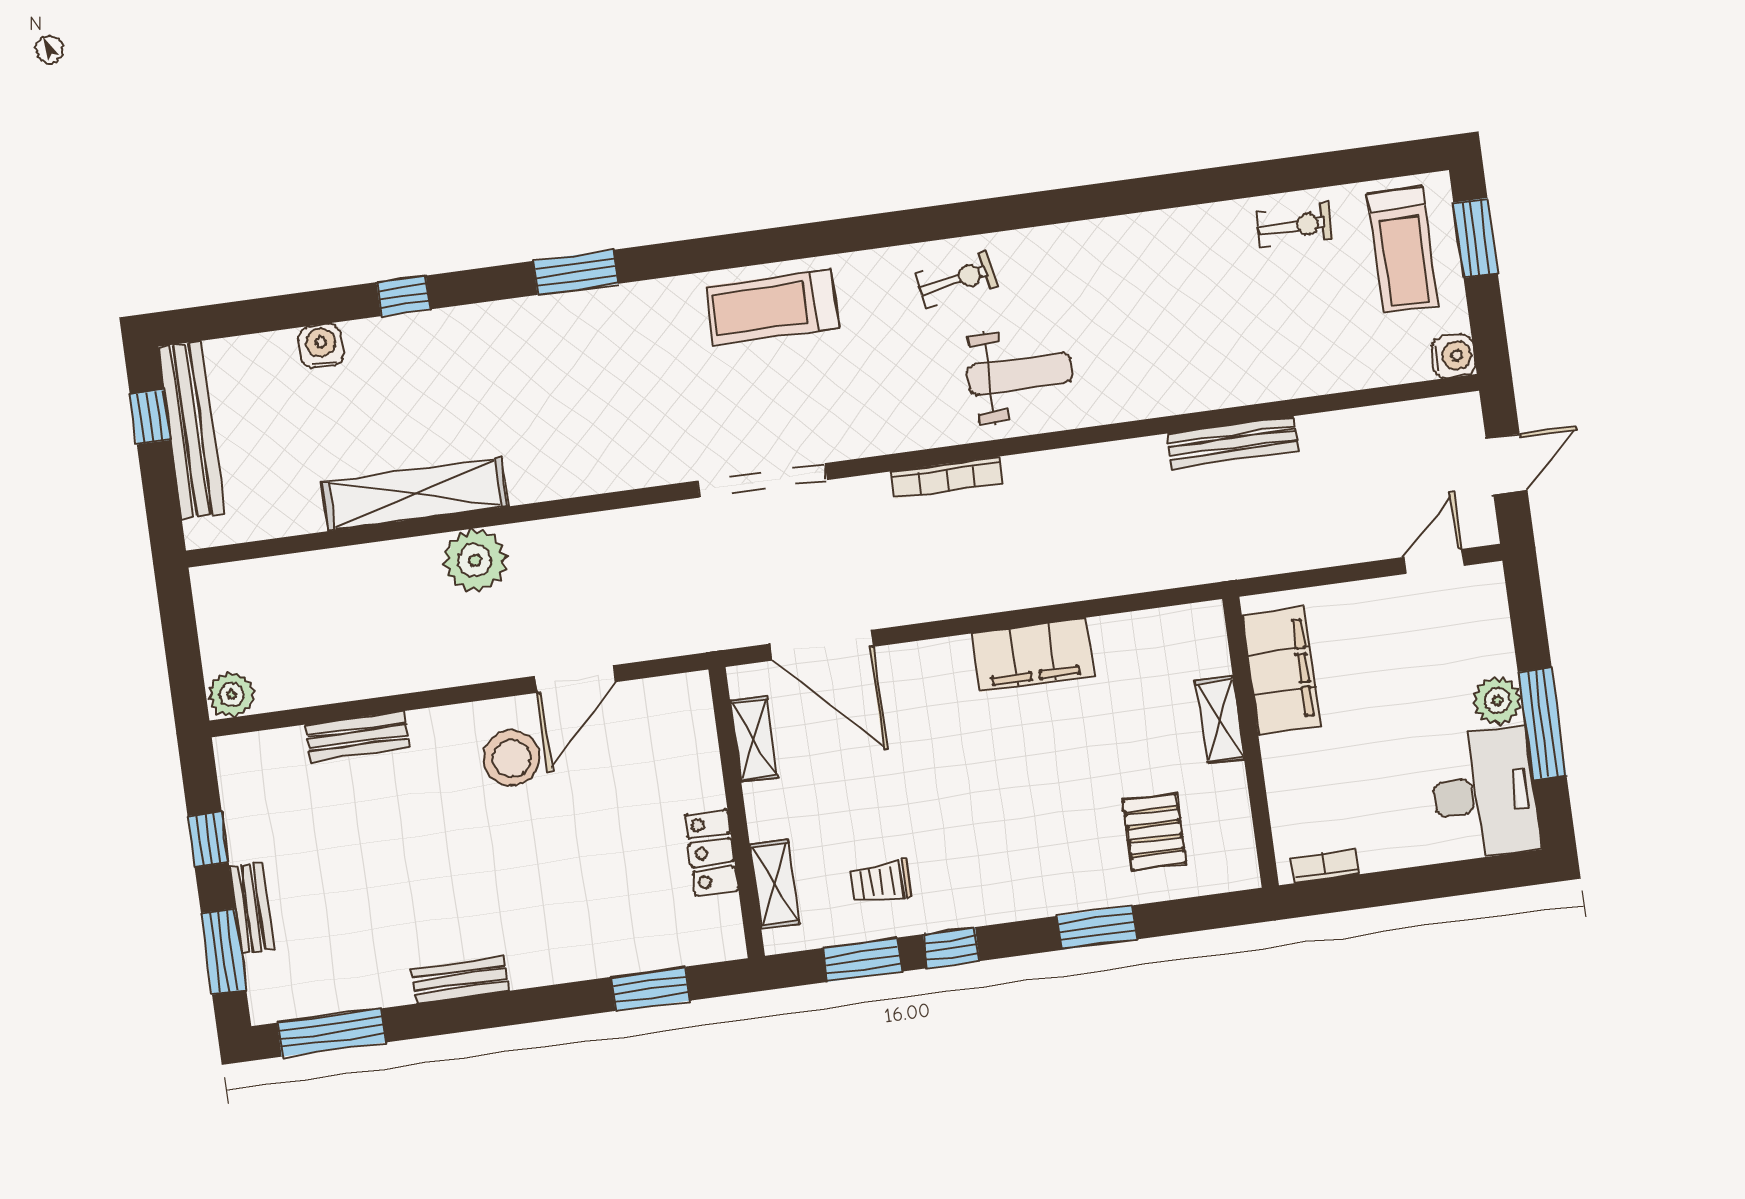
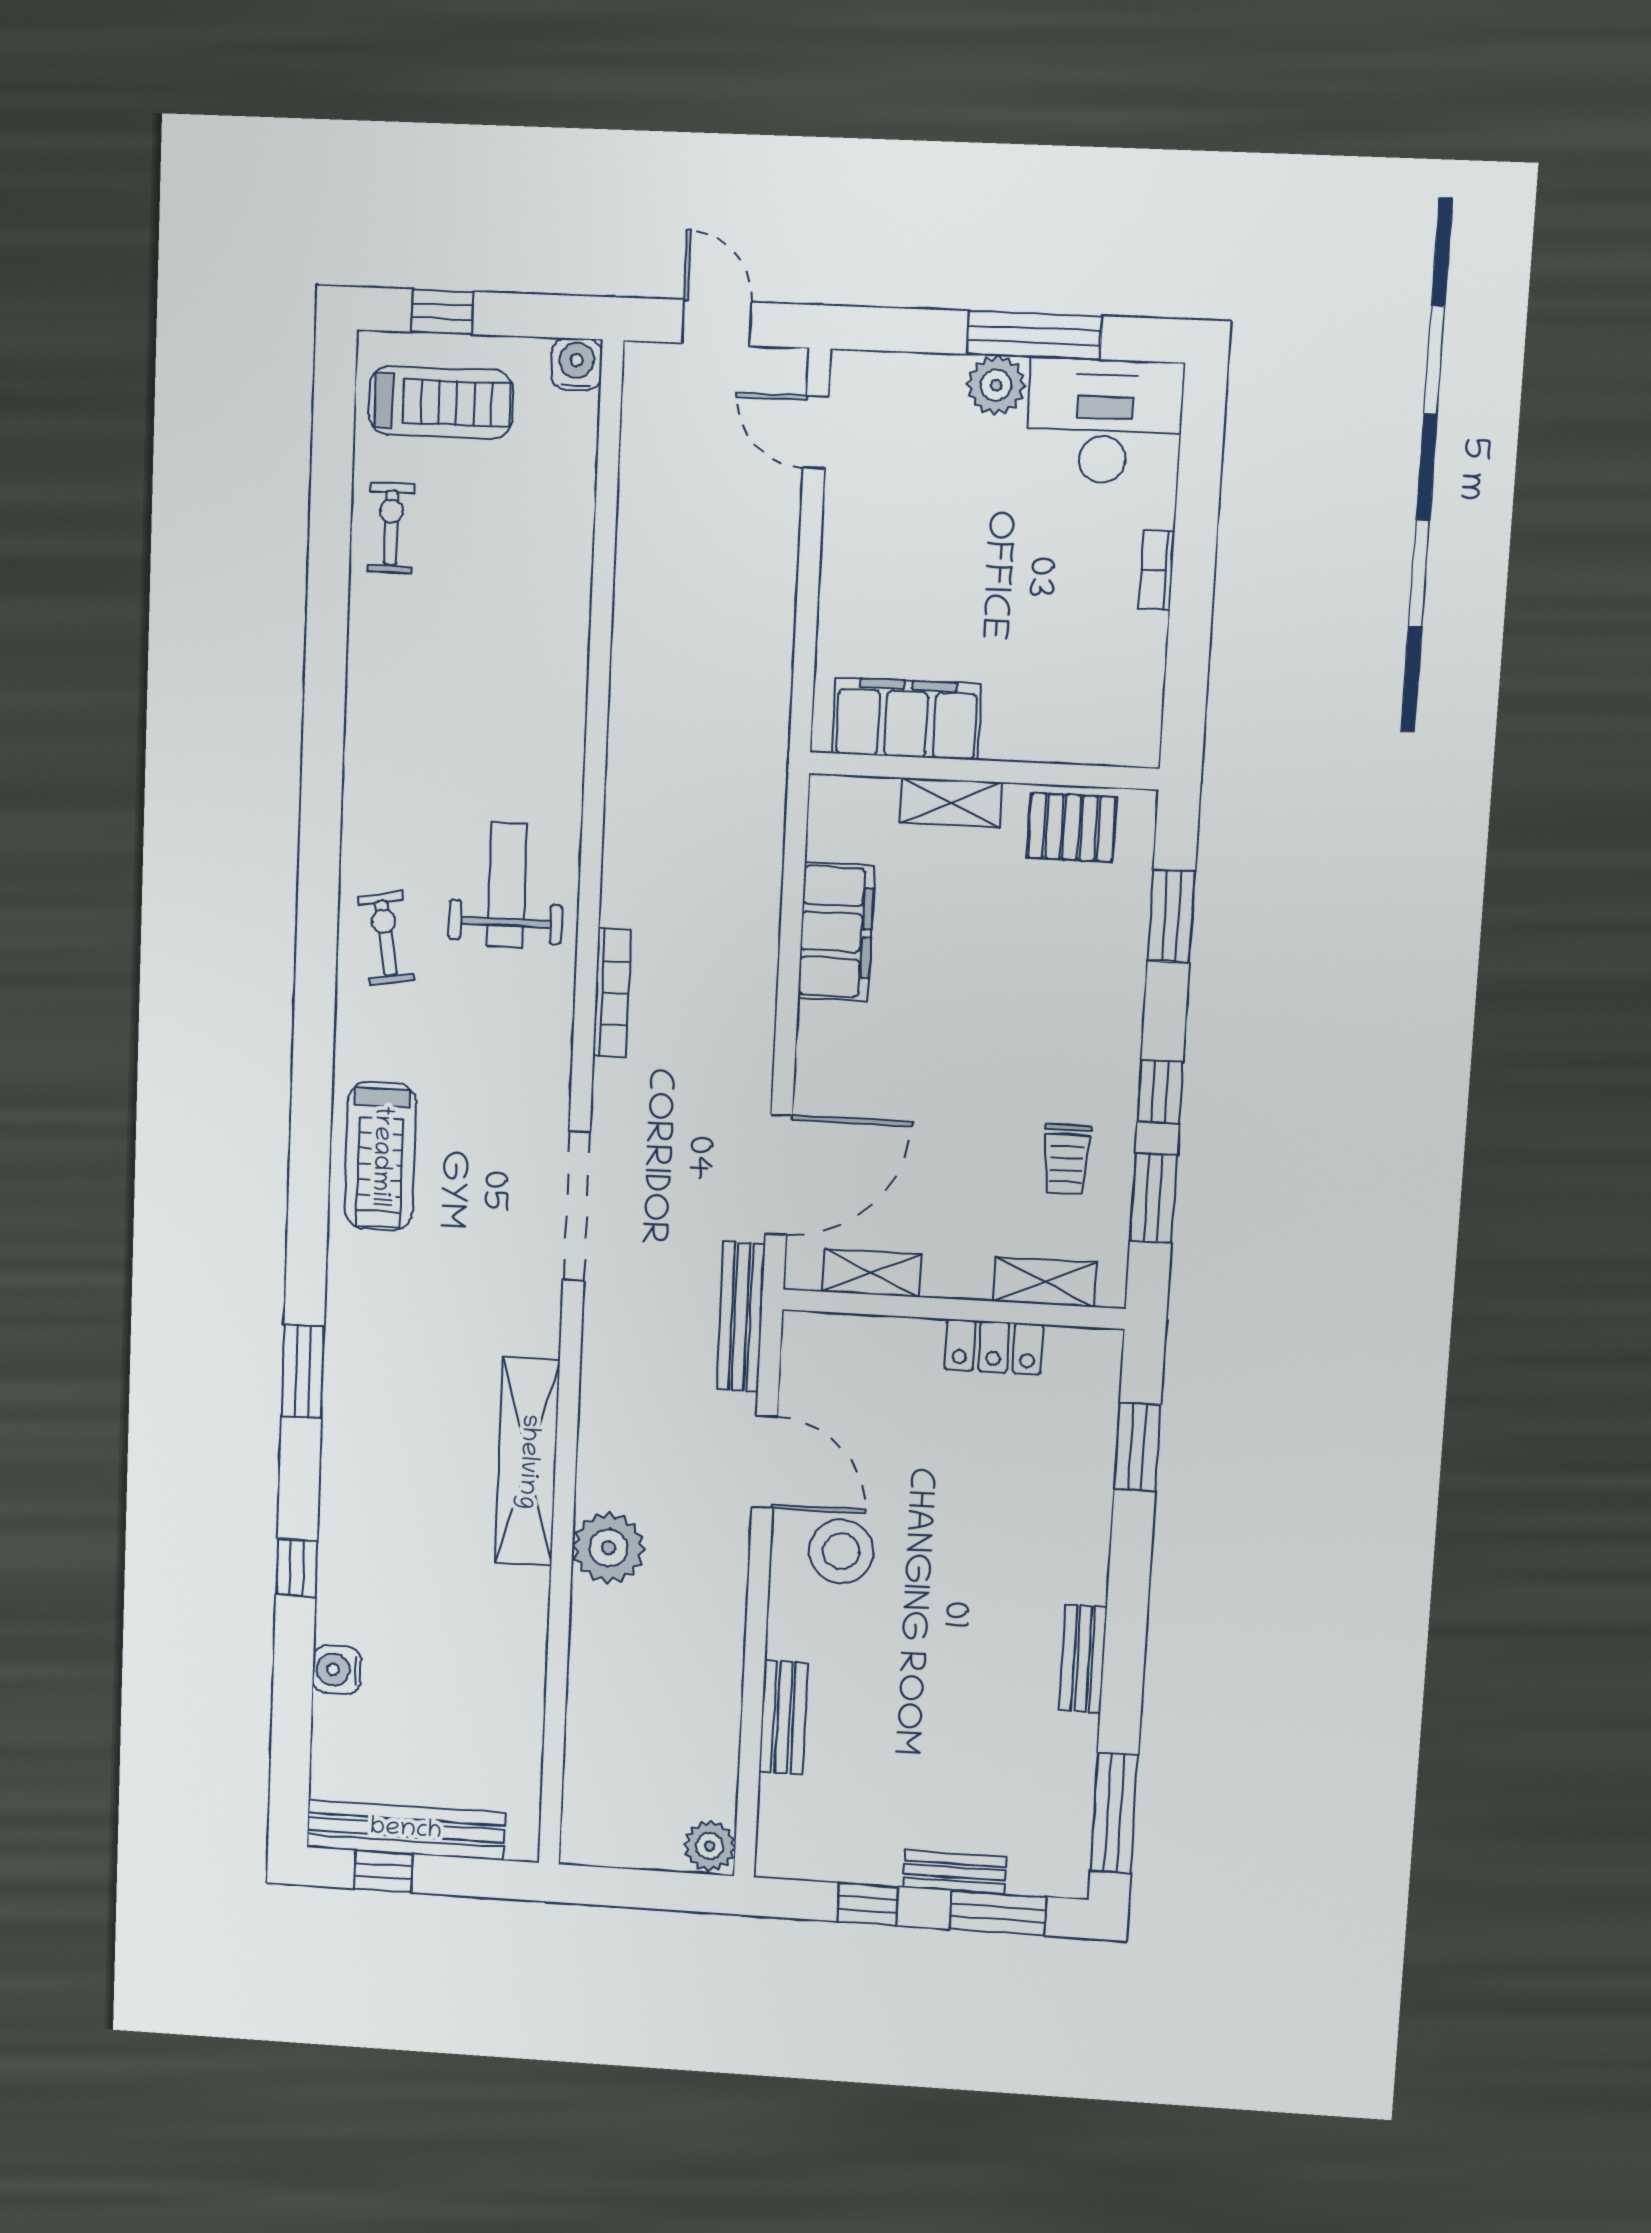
window: (1476, 238) -> (442, 312), width x0.67
bench: (1233, 443) -> (741, 1317), moved
shelving: (415, 494) -> (527, 1462), moved
filing cabinet: (1281, 671) -> (907, 719), moved
shelving: (1220, 720) -> (951, 803), moved
wall: (1250, 742) -> (984, 771), moved
bookcase: (1325, 866) -> (1157, 570), moved

